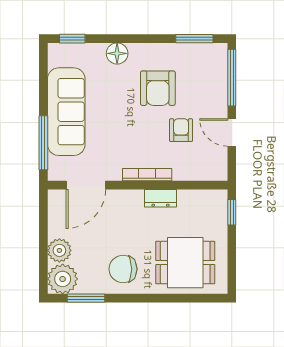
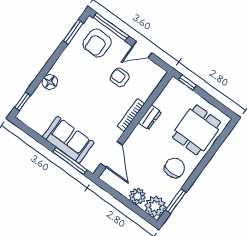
armchair: (158, 88) -> (97, 43), moved, turned 90
sofa: (66, 112) -> (68, 140), width x0.73
chair: (123, 269) -> (175, 168), turned 180

